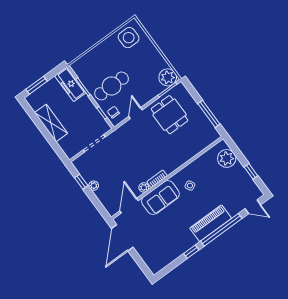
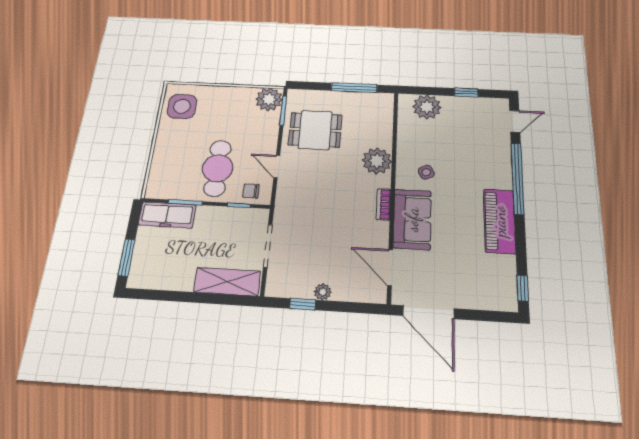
shelving: (51, 123) -> (227, 282), moved
plant: (144, 187) -> (377, 161), moved, width x1.88, depth x1.88
piano: (211, 223) -> (499, 221), moved
window: (191, 252) -> (523, 288), moved

